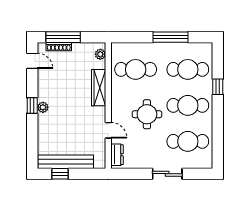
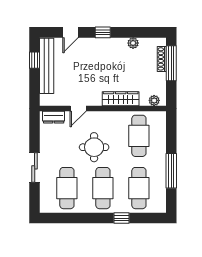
door: (32, 61) -> (71, 32), moved
plant: (43, 107) -> (133, 43), moved

